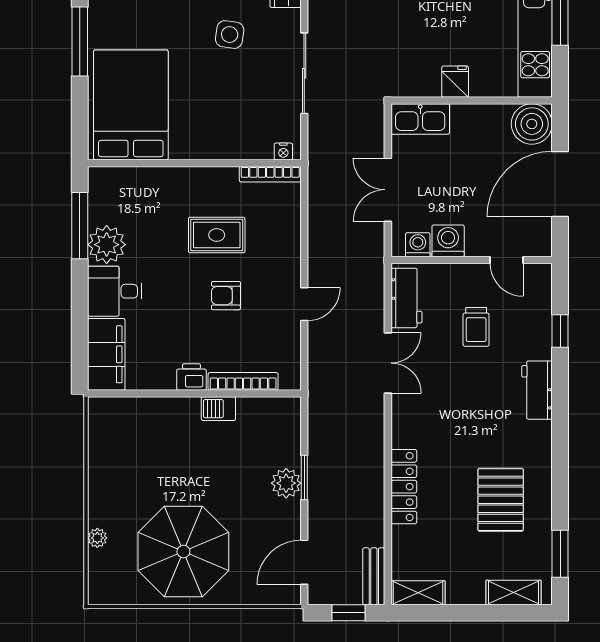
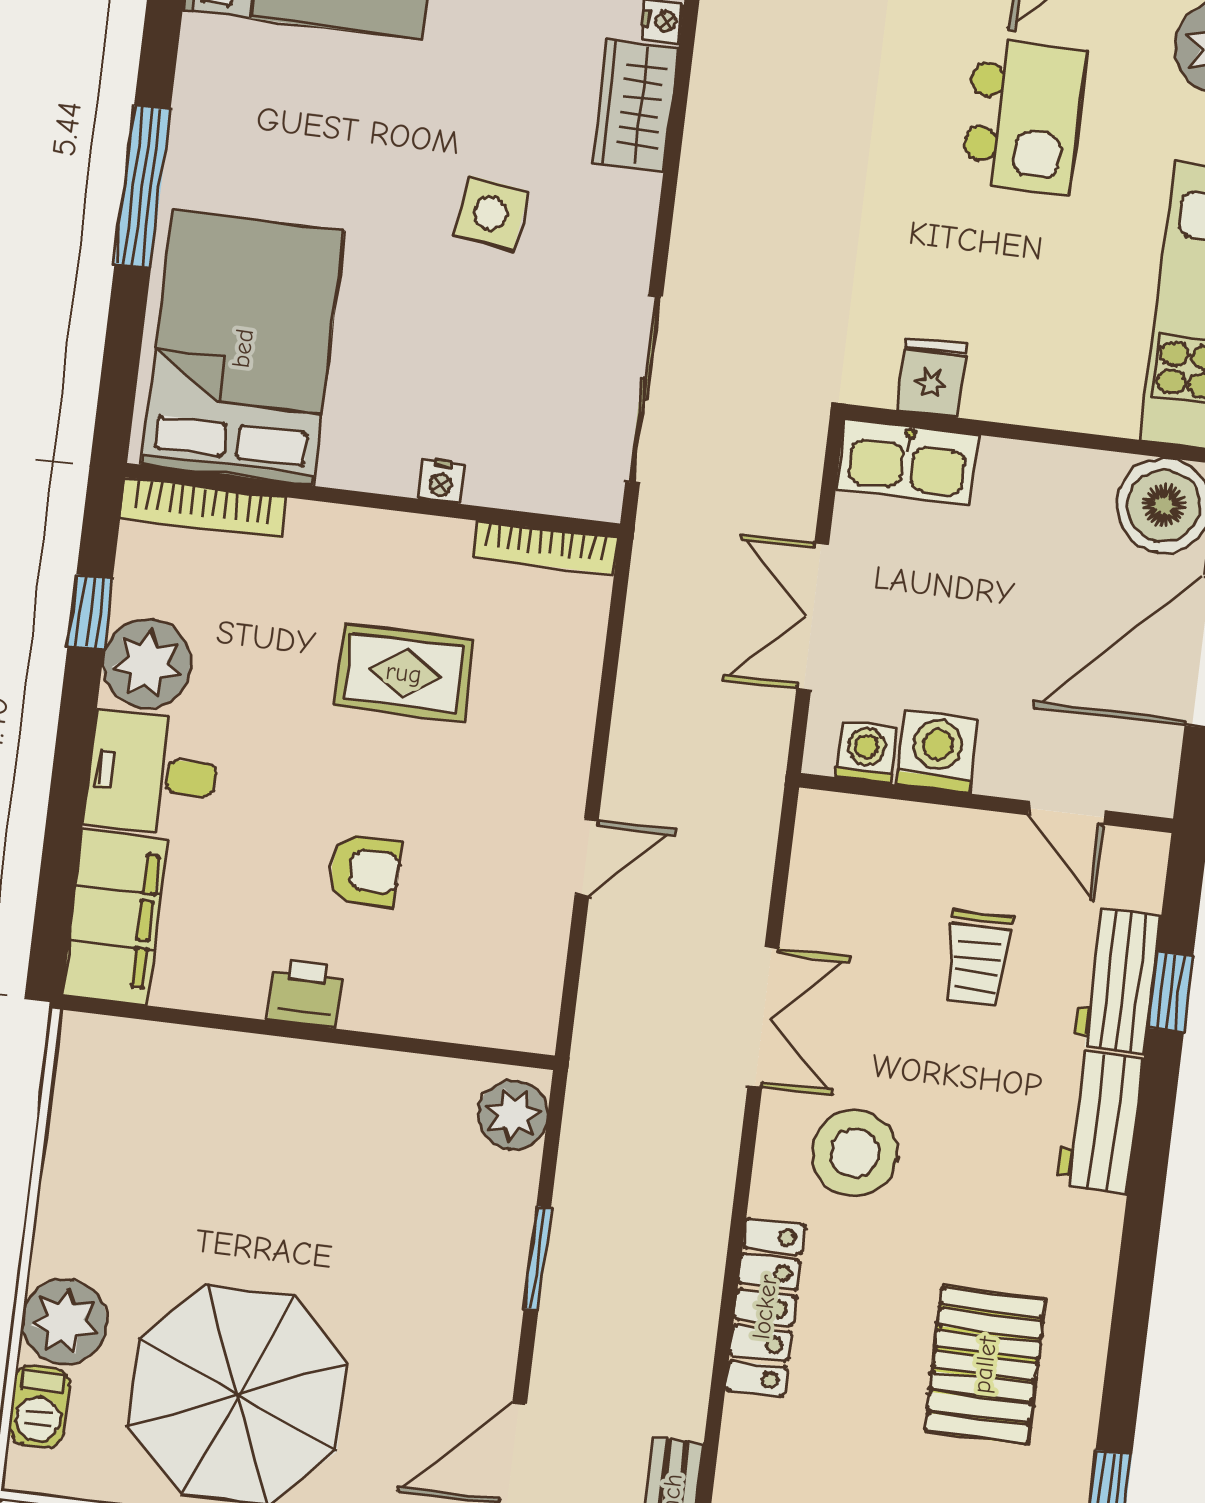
sliding door: (304, 73) -> (644, 389), moved
fridge: (455, 82) -> (932, 377), moved
nightstand: (283, 152) -> (441, 481), moved
window: (80, 226) -> (90, 612), width x0.46
armchair: (226, 296) -> (365, 870), moved, turned 180
workbench: (406, 298) -> (1117, 981), moved, turned 180
bookcase: (243, 381) -> (203, 508), moved, turned 180
barbecue: (218, 409) -> (39, 1406), moved, turned -90
stool: (434, 416) -> (855, 1153), added
plant: (286, 483) -> (513, 1115), moved
plant: (97, 538) -> (64, 1322), width x1.88, depth x1.88

